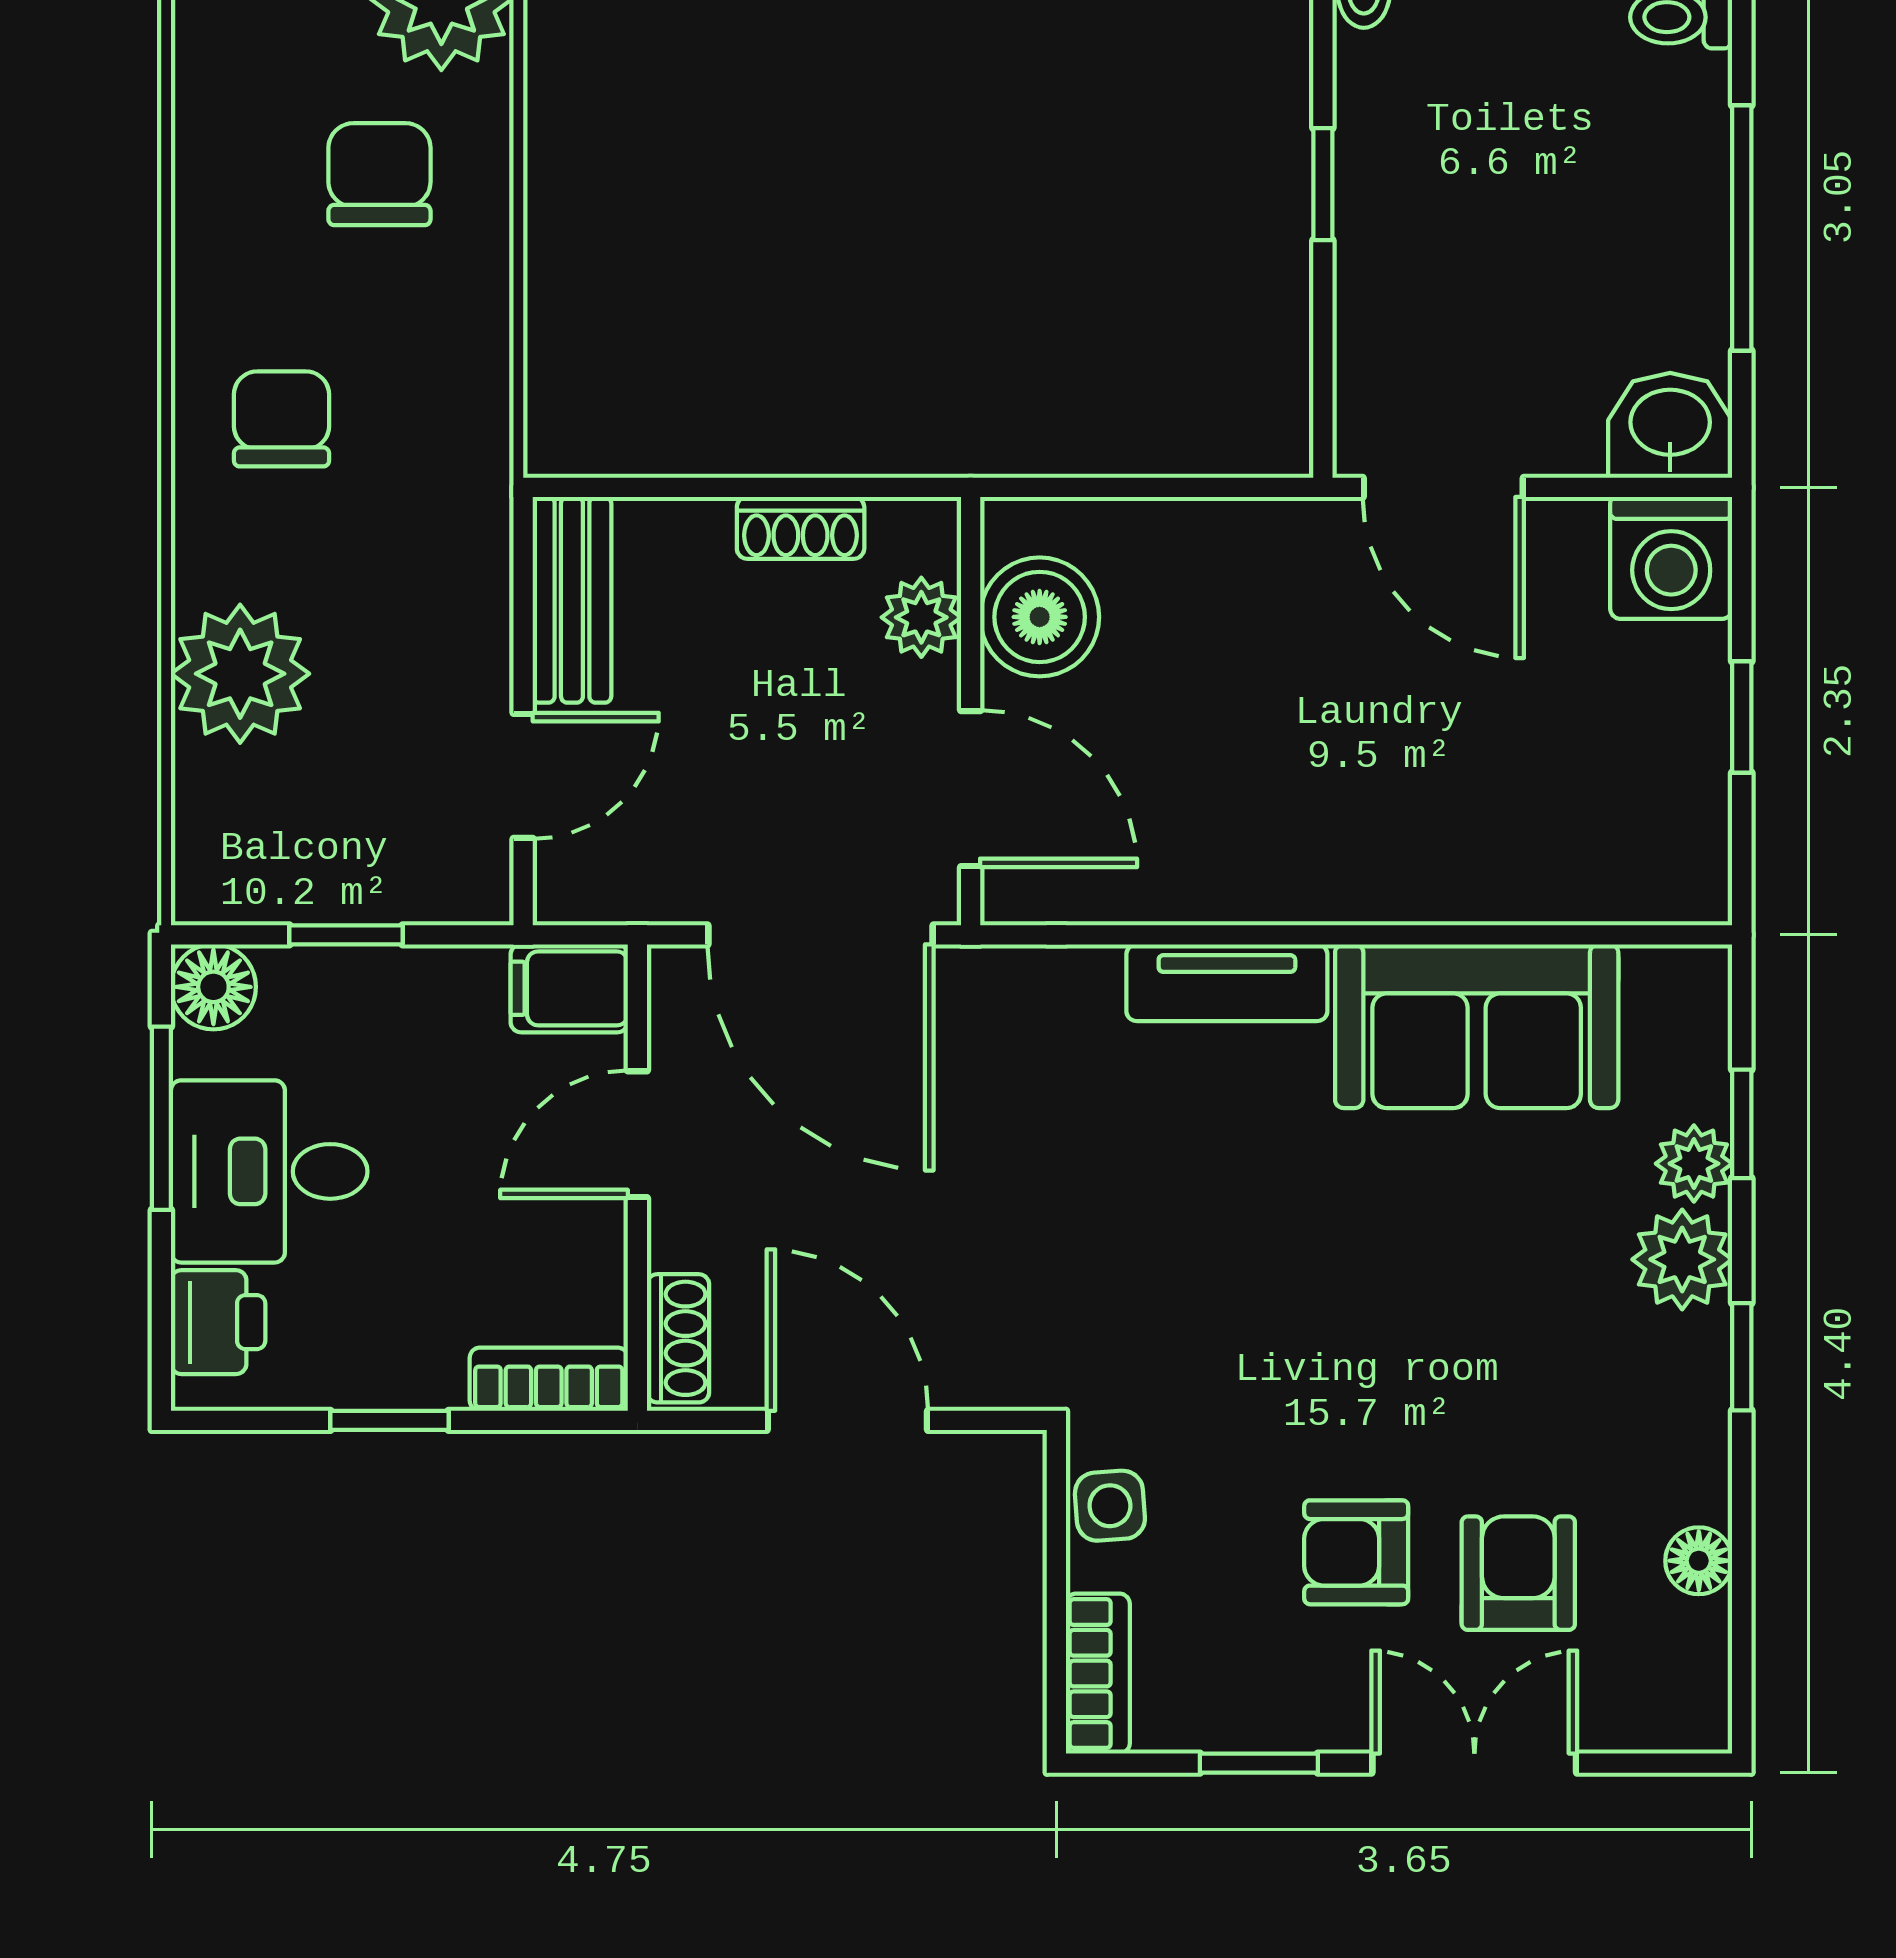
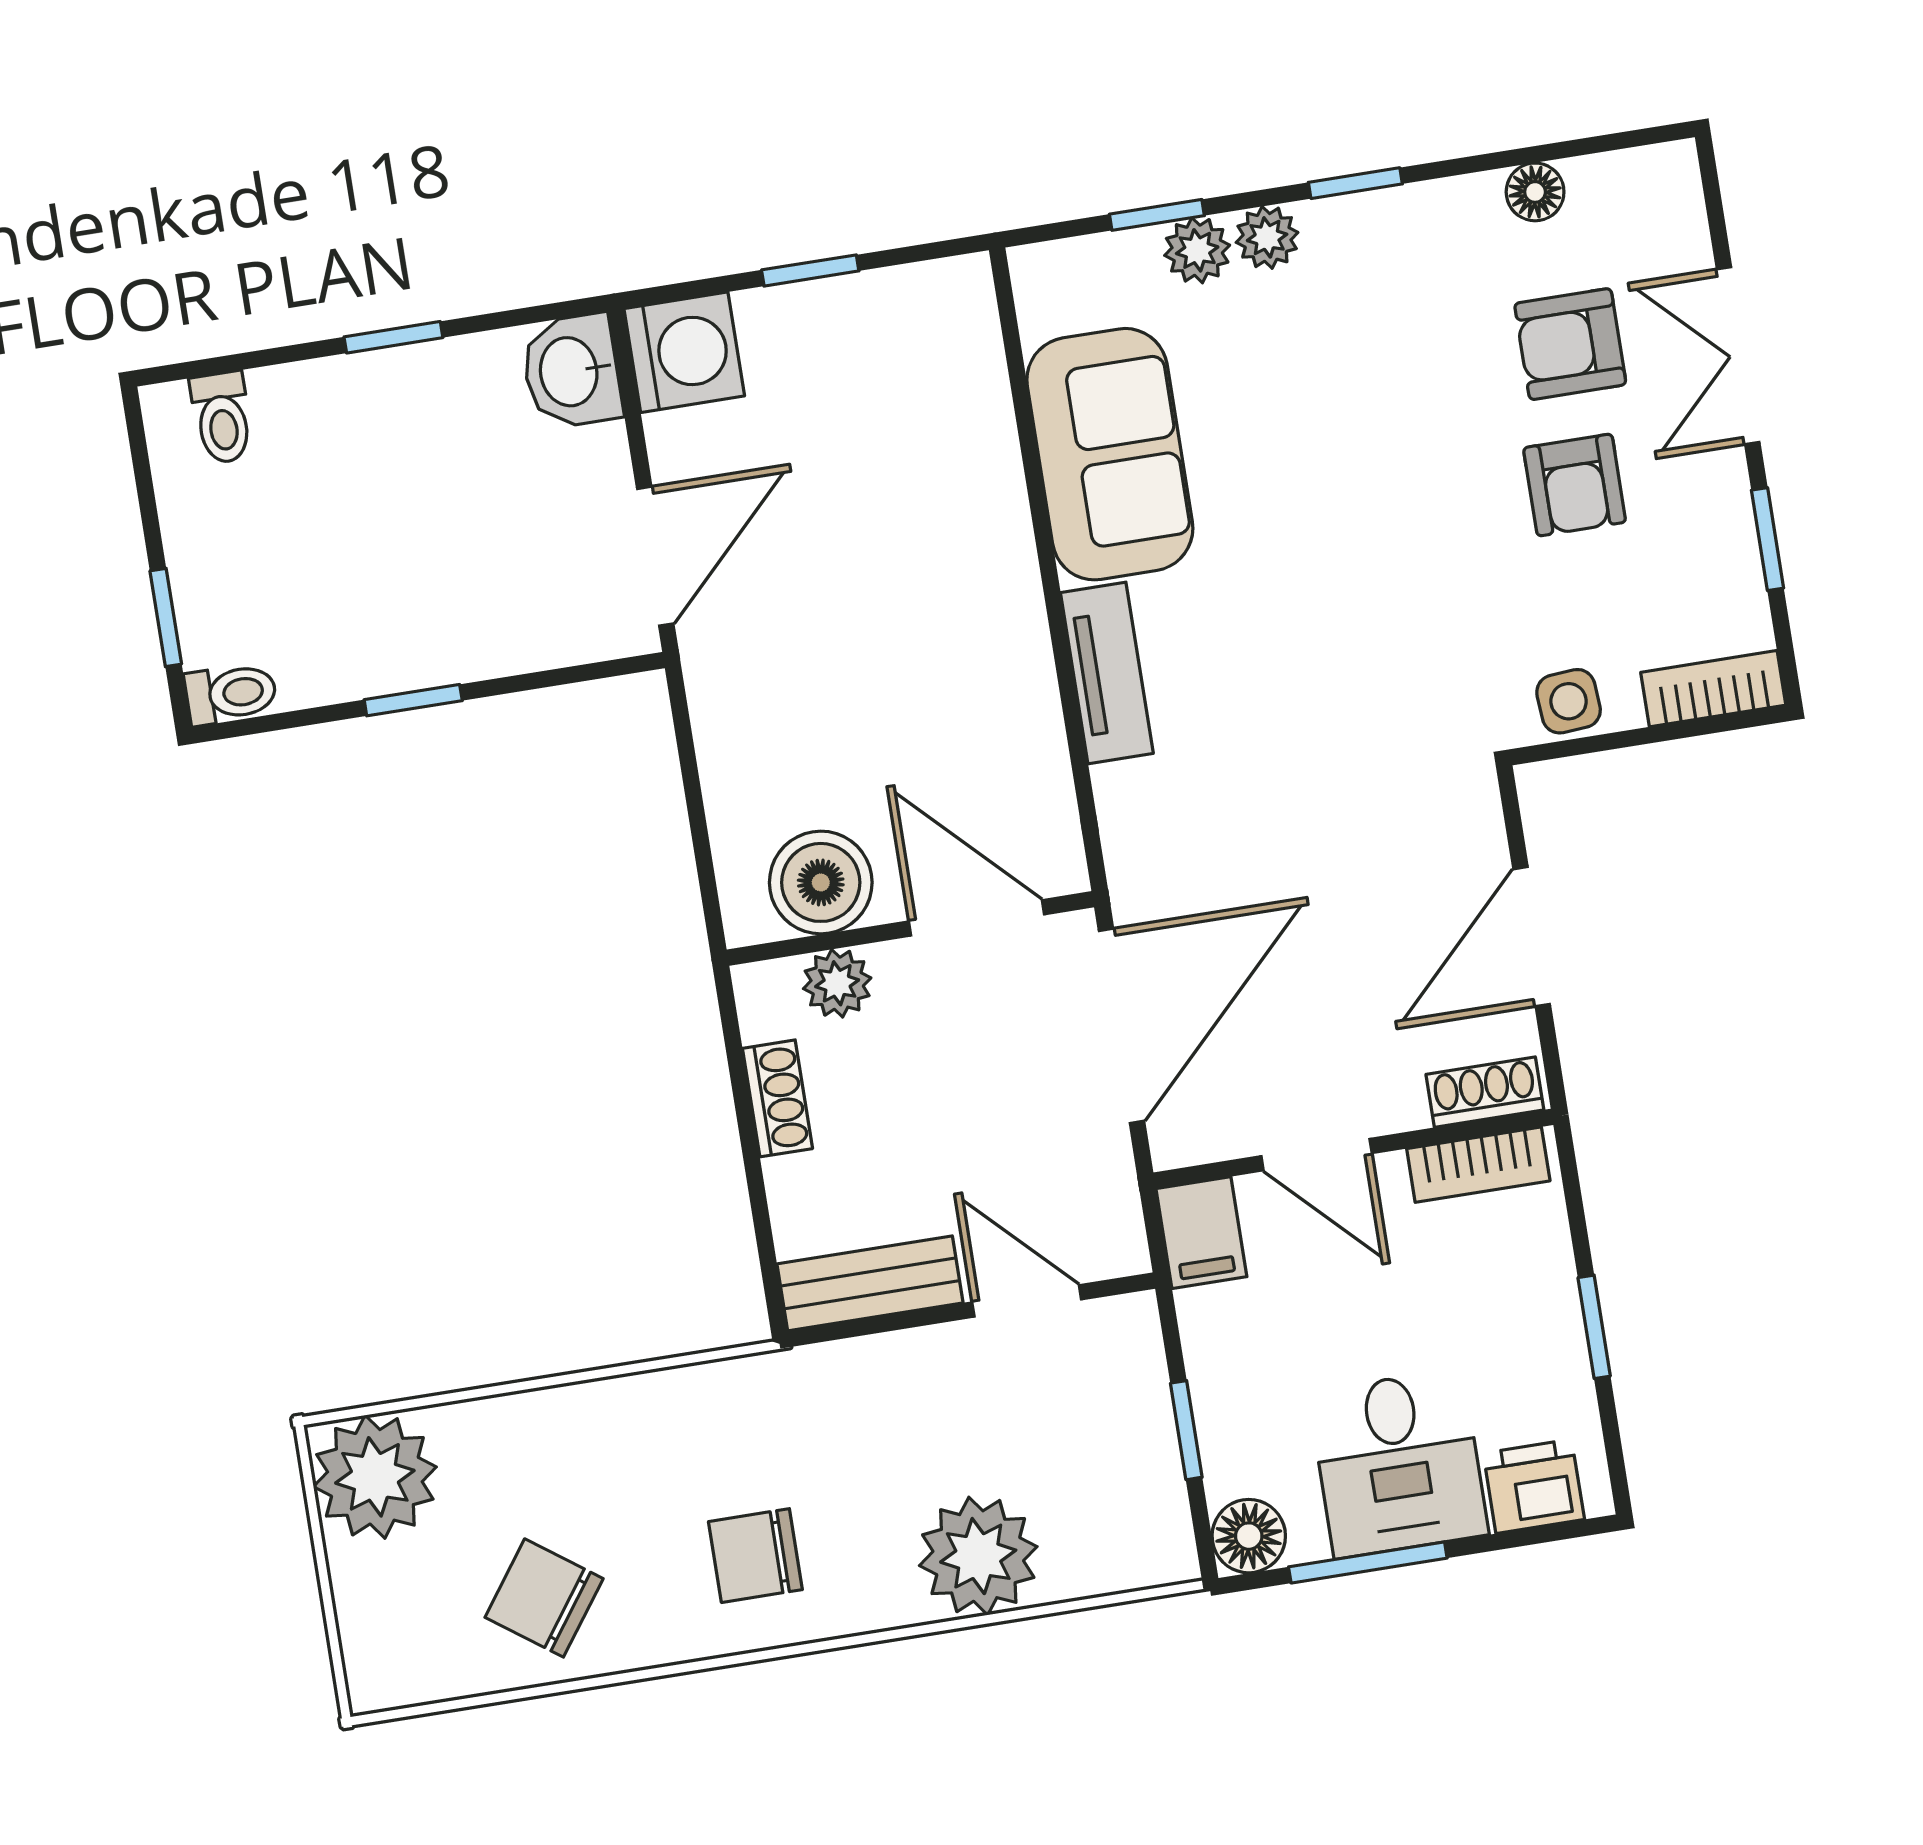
chair: (379, 174) -> (544, 1598), moved, turned 36
window: (1742, 228) -> (393, 337), width x0.46
door: (971, 789) -> (976, 918), hinge flipped
plant: (1682, 1259) -> (1267, 237), width x0.73, depth x0.73
bookcase: (549, 1379) -> (1478, 1165), moved, turned -90

